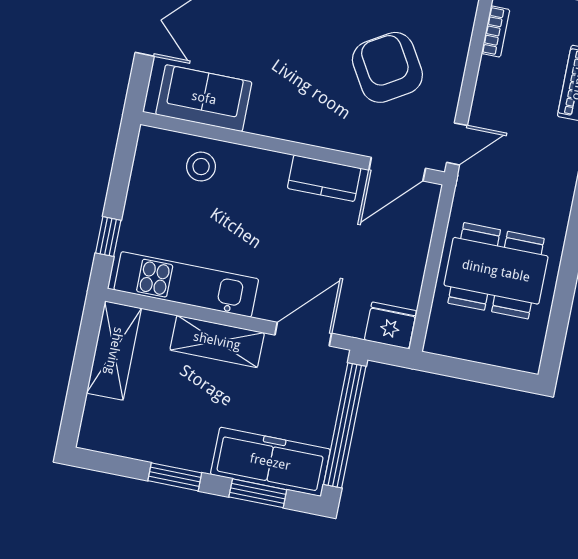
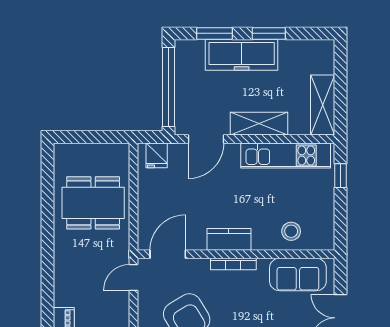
bookcase: (300, 134) -> (233, 264), added
kitchen counter: (324, 178) -> (229, 239), moved
fridge: (390, 325) -> (157, 155), width x0.72
freezer: (270, 462) -> (242, 55), moved

